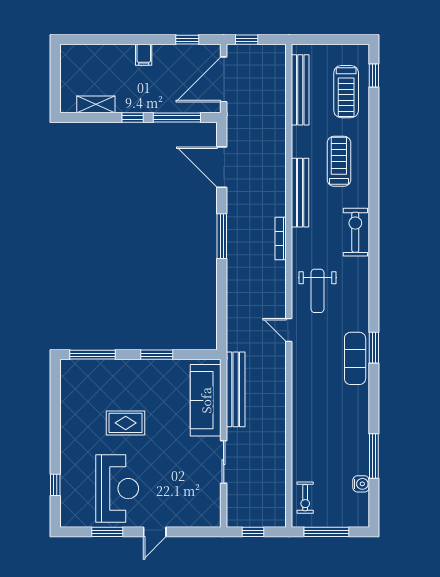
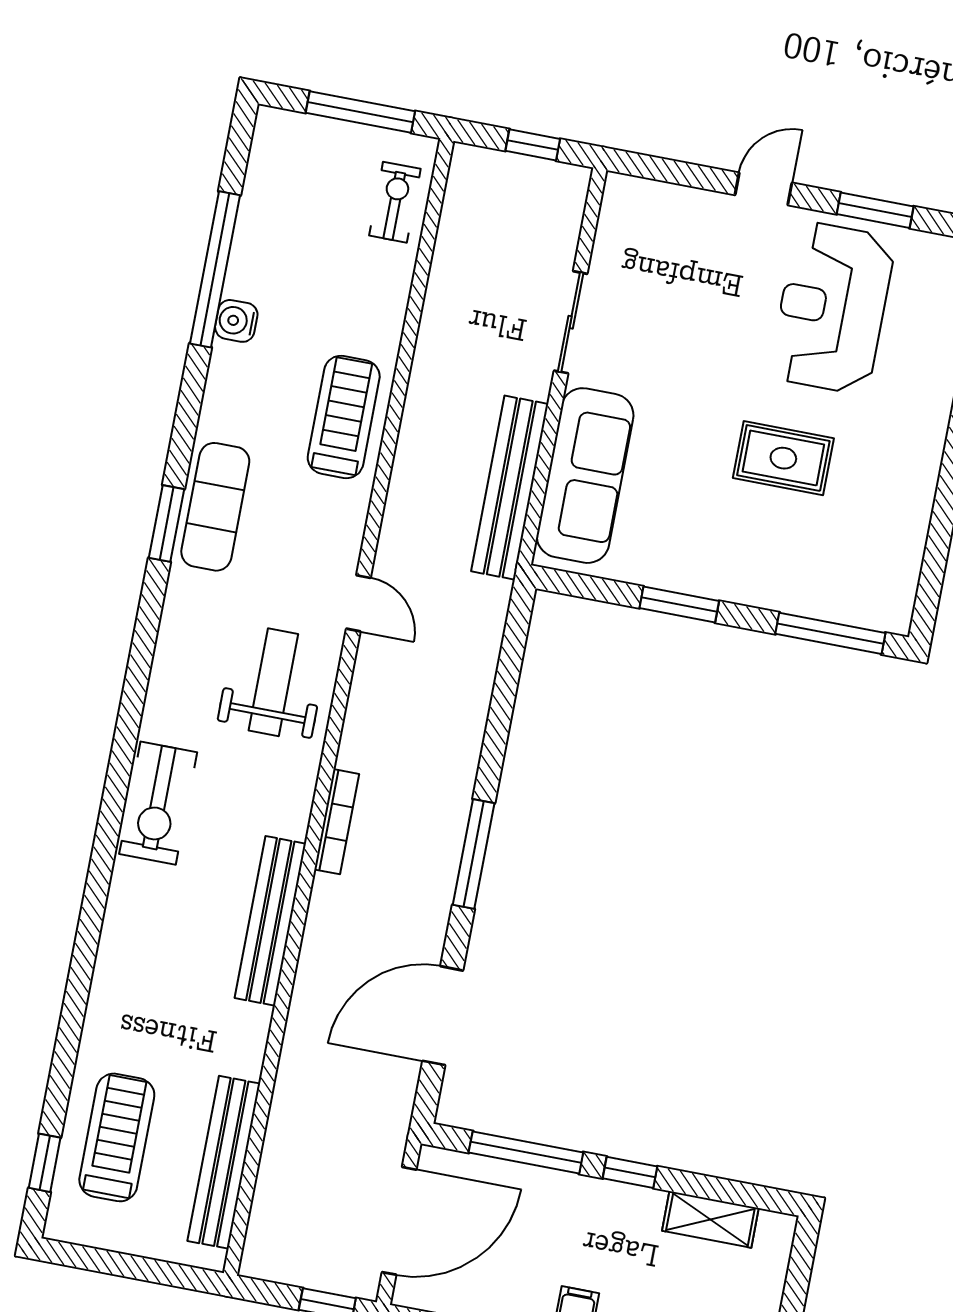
treadmill: (339, 161) -> (344, 417), moved, turned 180
door: (222, 167) -> (443, 1016), swing flipped
window: (374, 456) -> (215, 269), width x1.46
water cooler: (361, 484) -> (236, 321), moved

